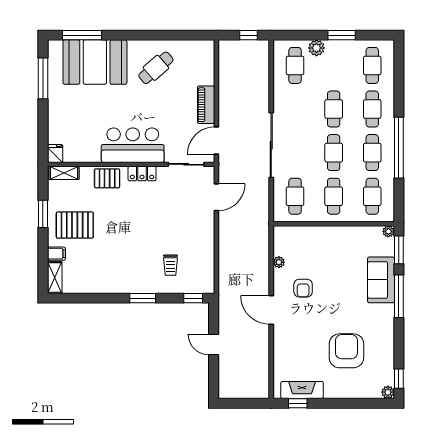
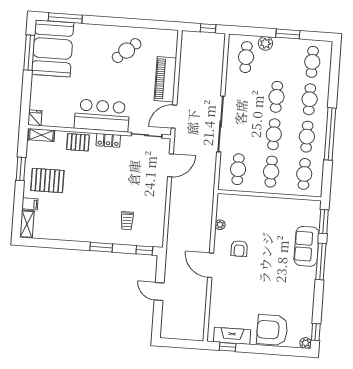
booth: (95, 62) -> (53, 49), moved, turned 90
piano: (206, 105) -> (165, 79), width x1.37, depth x1.33
plant: (388, 231) -> (316, 205), removed
armchair: (346, 351) -> (272, 330), moved, turned -90

